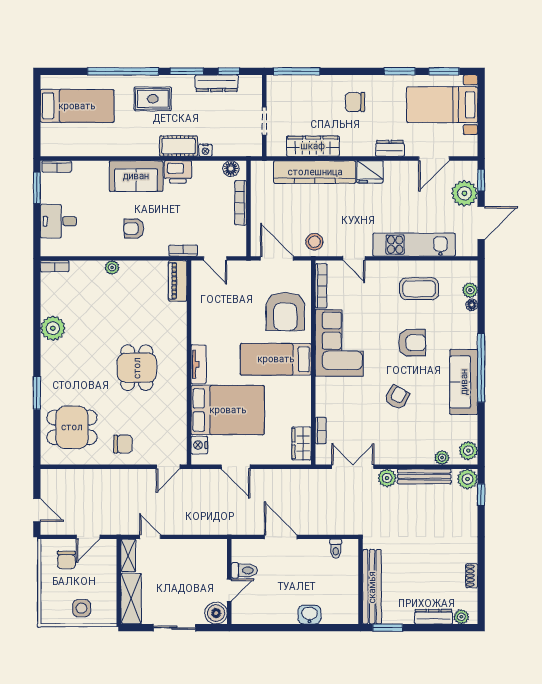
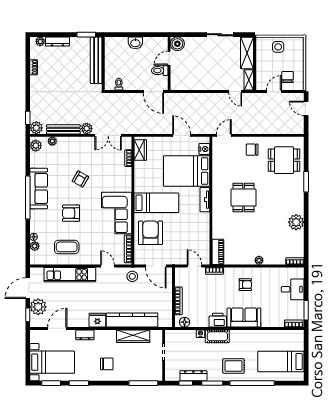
toilet: (244, 570) -> (160, 71), moved
wall: (229, 582) -> (169, 64), moved
door: (229, 590) -> (169, 58), moved
boiler: (216, 613) -> (177, 44), moved

